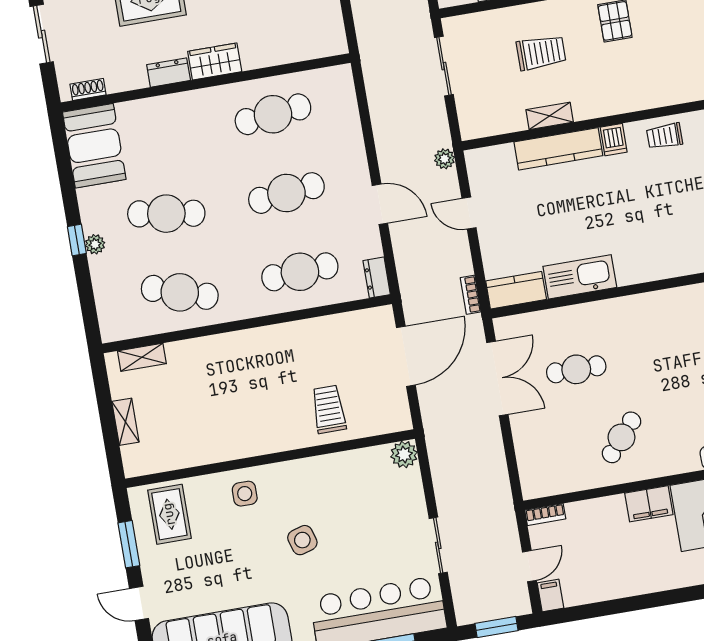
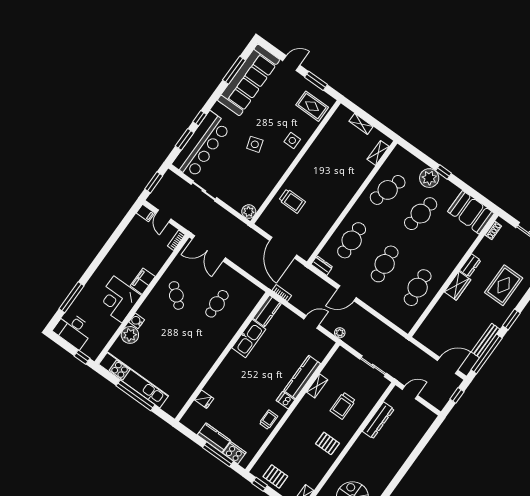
plant: (95, 244) -> (429, 178), width x1.88, depth x1.88
double door: (497, 379) -> (209, 248), moved

